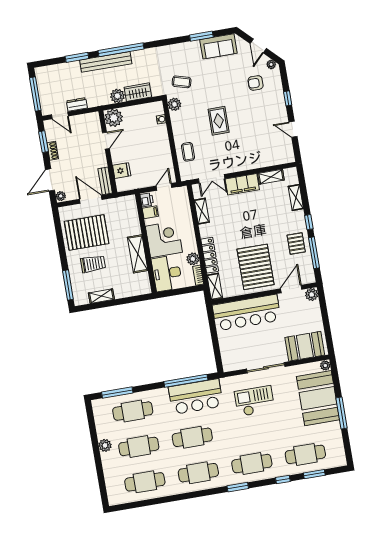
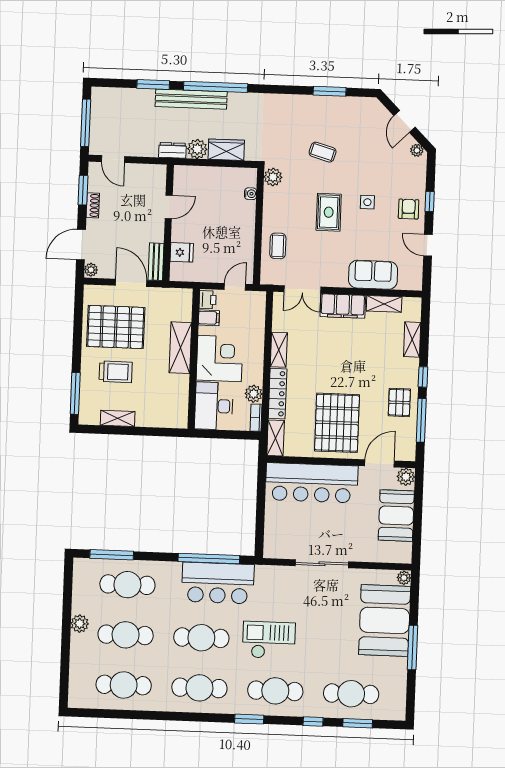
sofa: (218, 46) -> (373, 275), moved, turned 180
coffee table: (182, 82) -> (323, 152), moved
armchair: (256, 83) -> (409, 209), moved, turned 90
dresser: (77, 104) -> (172, 150), moved
side table: (244, 108) -> (367, 202), added
plant: (114, 118) -> (186, 178), removed
shelving: (202, 211) -> (279, 350), moved
shelving: (138, 254) -> (180, 348), moved
booth: (305, 346) -> (396, 516), moved, turned 90
checkout: (255, 401) -> (269, 640), moved

